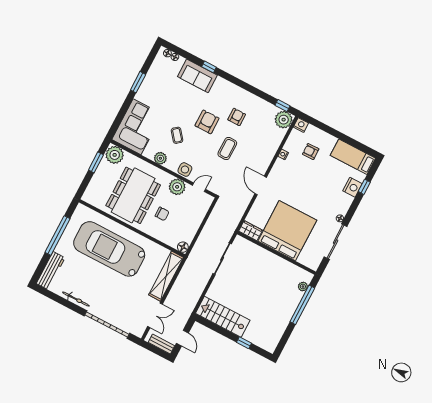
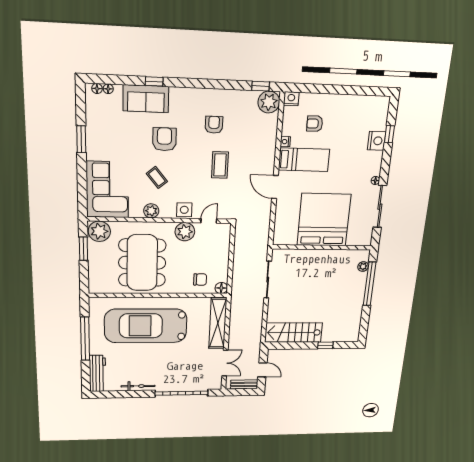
armchair: (207, 122) -> (164, 139), moved
bed: (353, 157) -> (304, 160), moved, turned 180
chair: (162, 214) -> (200, 279), moved
wardrobe: (251, 231) -> (285, 238), removed

